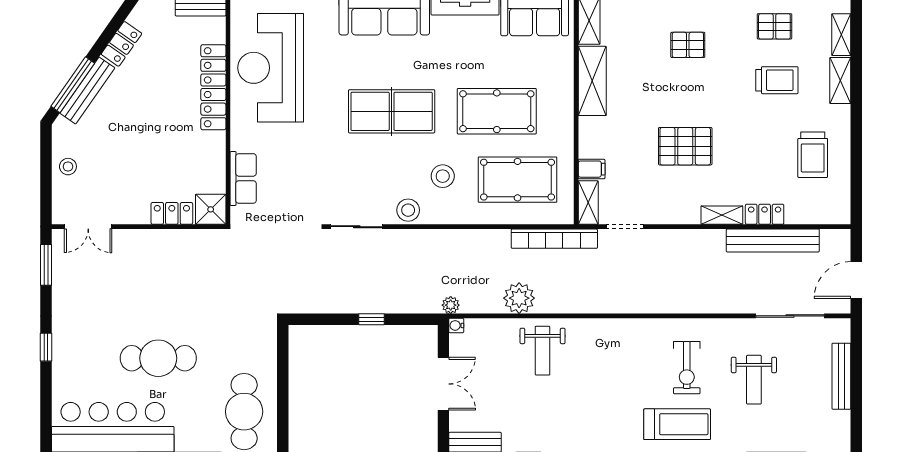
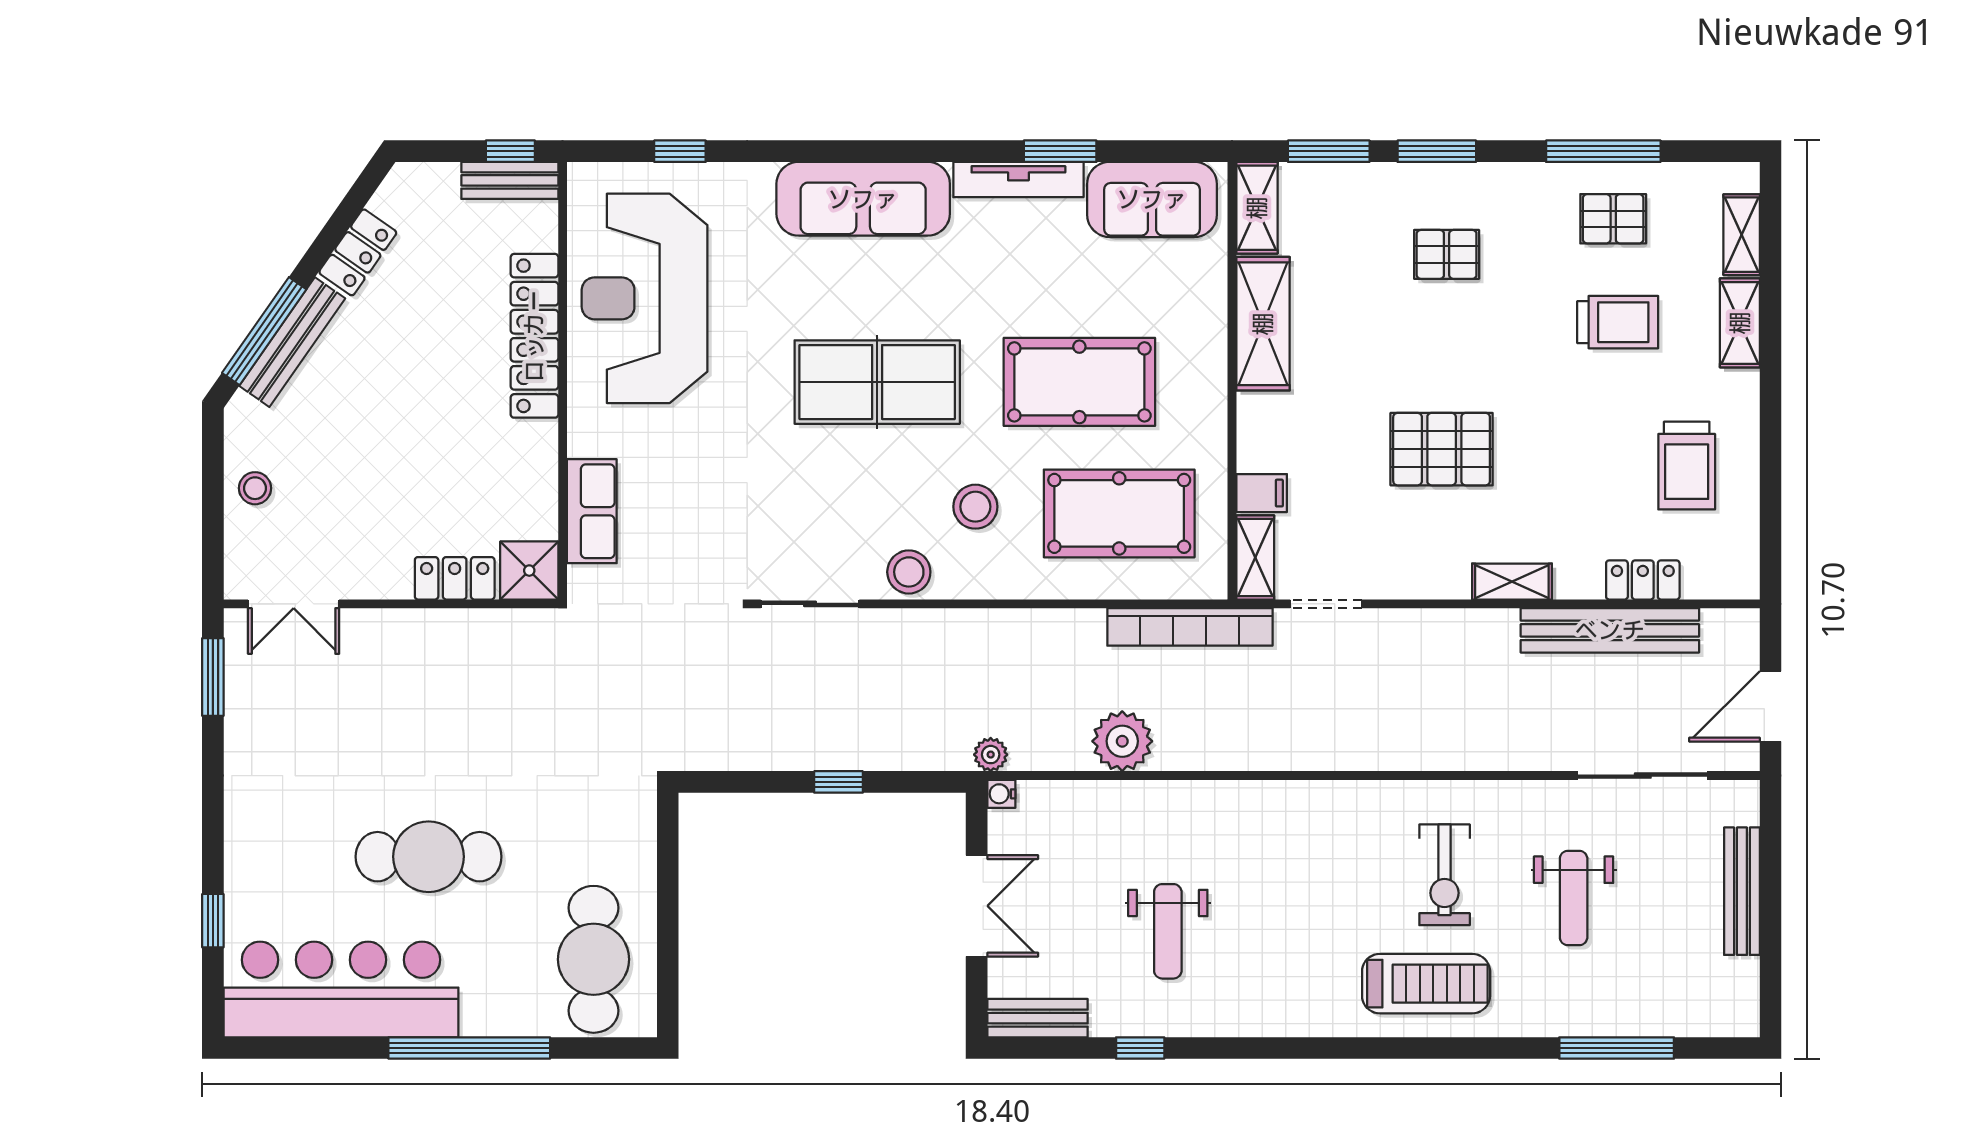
locker: (765, 214) -> (1643, 580), moved
window: (46, 347) -> (213, 921), moved
weight bench: (543, 351) -> (1168, 931), moved

